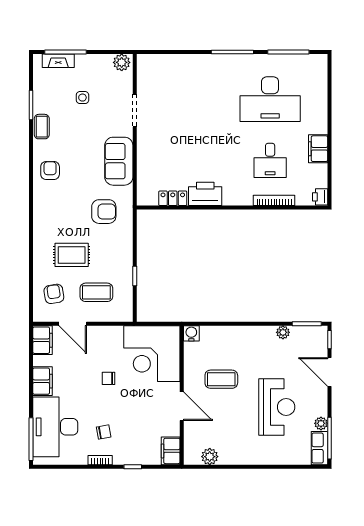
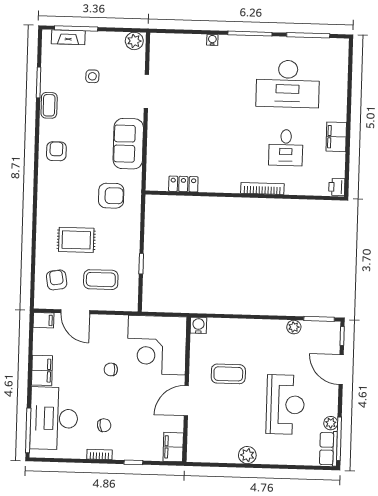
water cooler: (197, 59) -> (212, 40), added
printer: (205, 194) -> (217, 180), removed
bookcase: (274, 200) -> (262, 189), moved
filing cabinet: (43, 340) -> (44, 320), width x0.50
door: (182, 406) -> (186, 401), swing flipped
plant: (210, 457) -> (247, 455), moved

